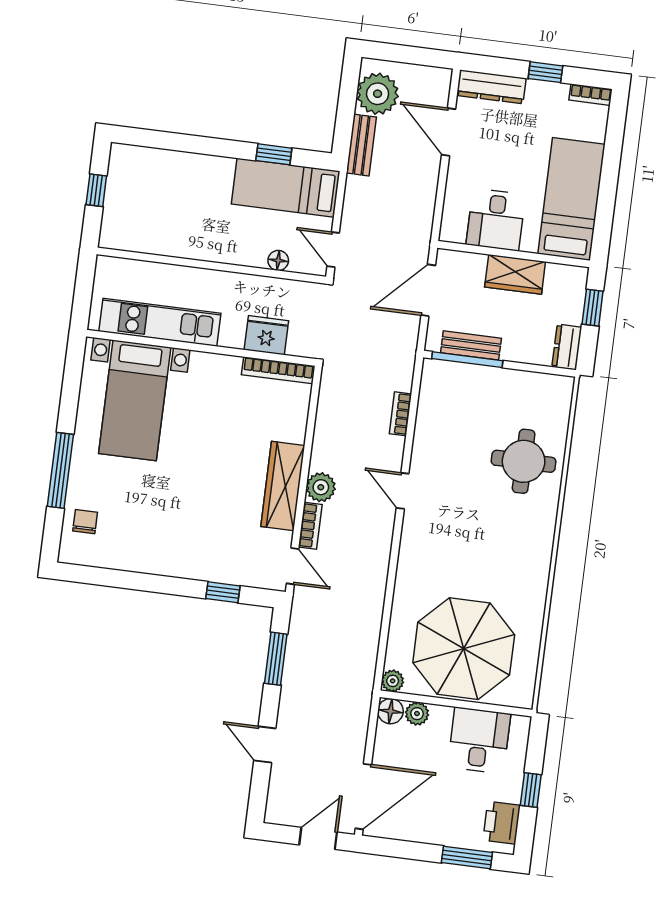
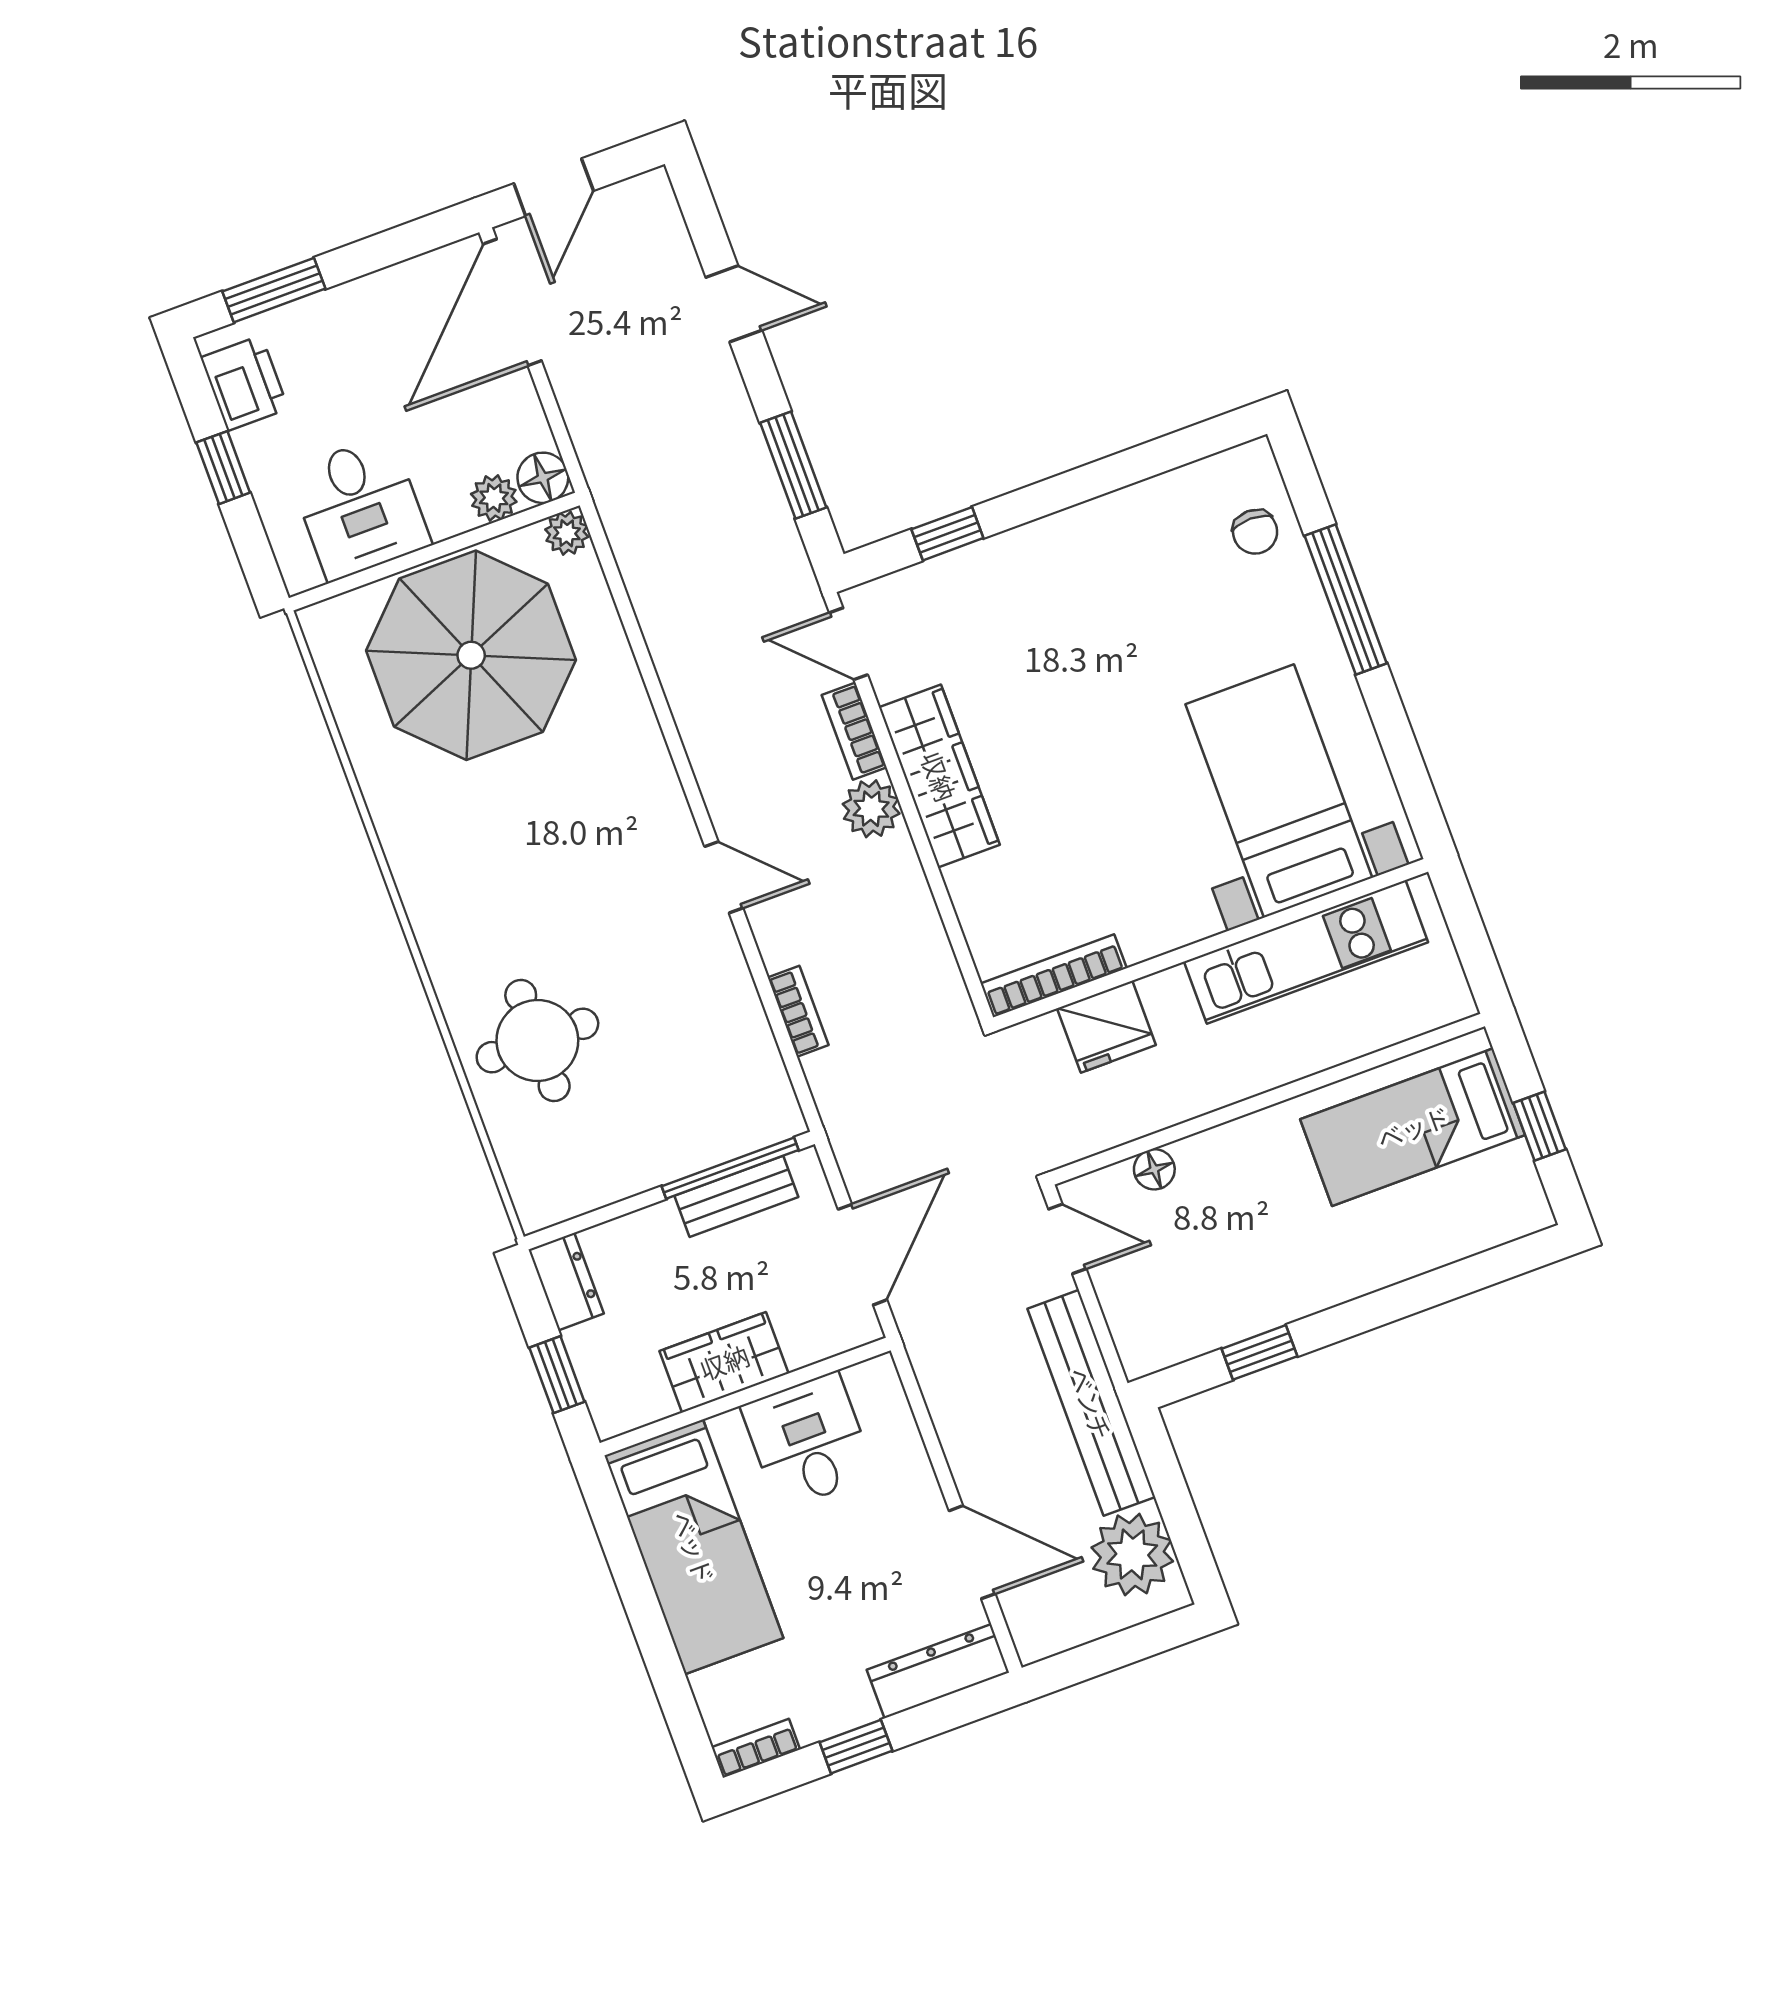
bench: (361, 145) -> (1091, 1403), width x1.86, depth x1.21
bed: (286, 188) -> (1413, 1127), moved, turned 180

